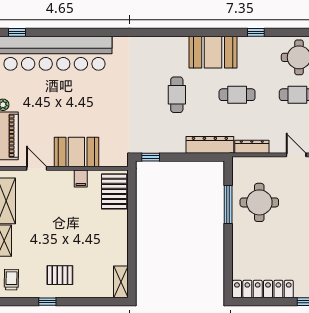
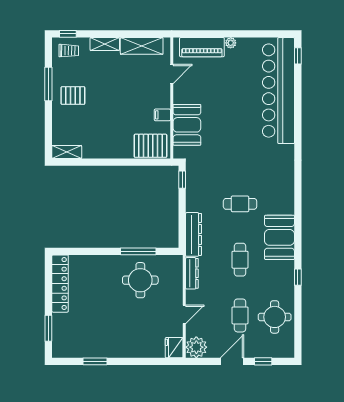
booth: (76, 152) -> (187, 125), moved
pallet: (60, 275) -> (73, 96), turned 90
window: (47, 302) -> (48, 84), width x2.17

